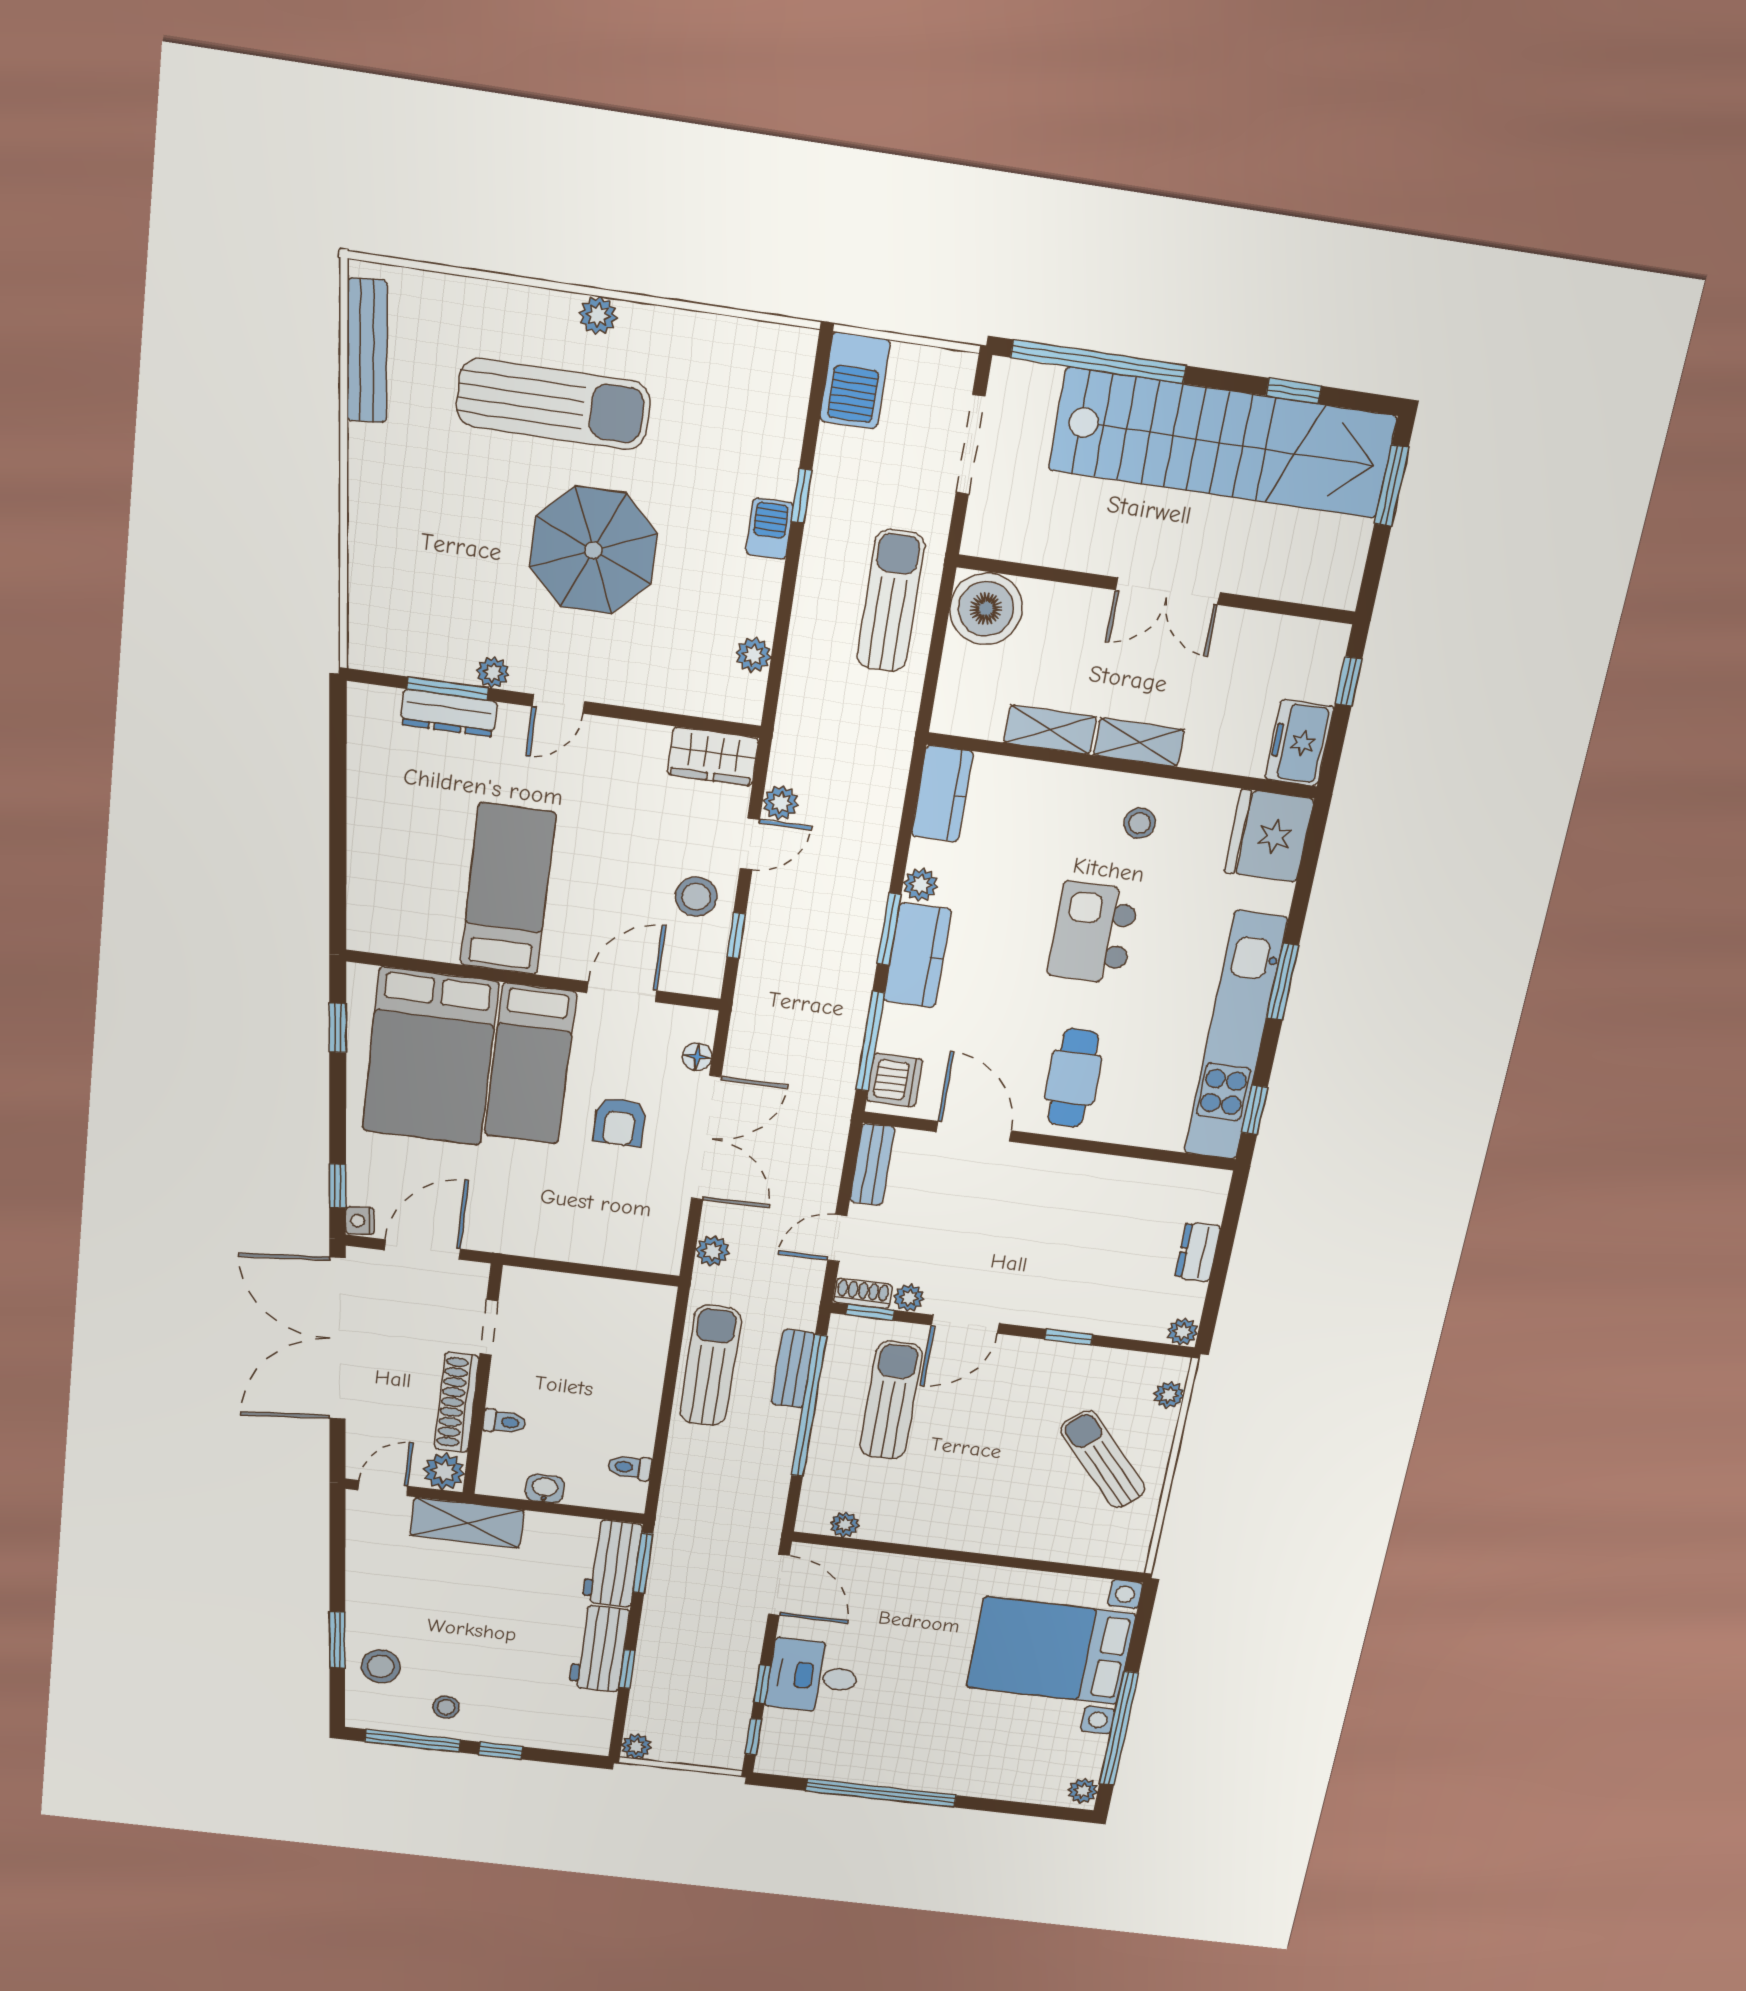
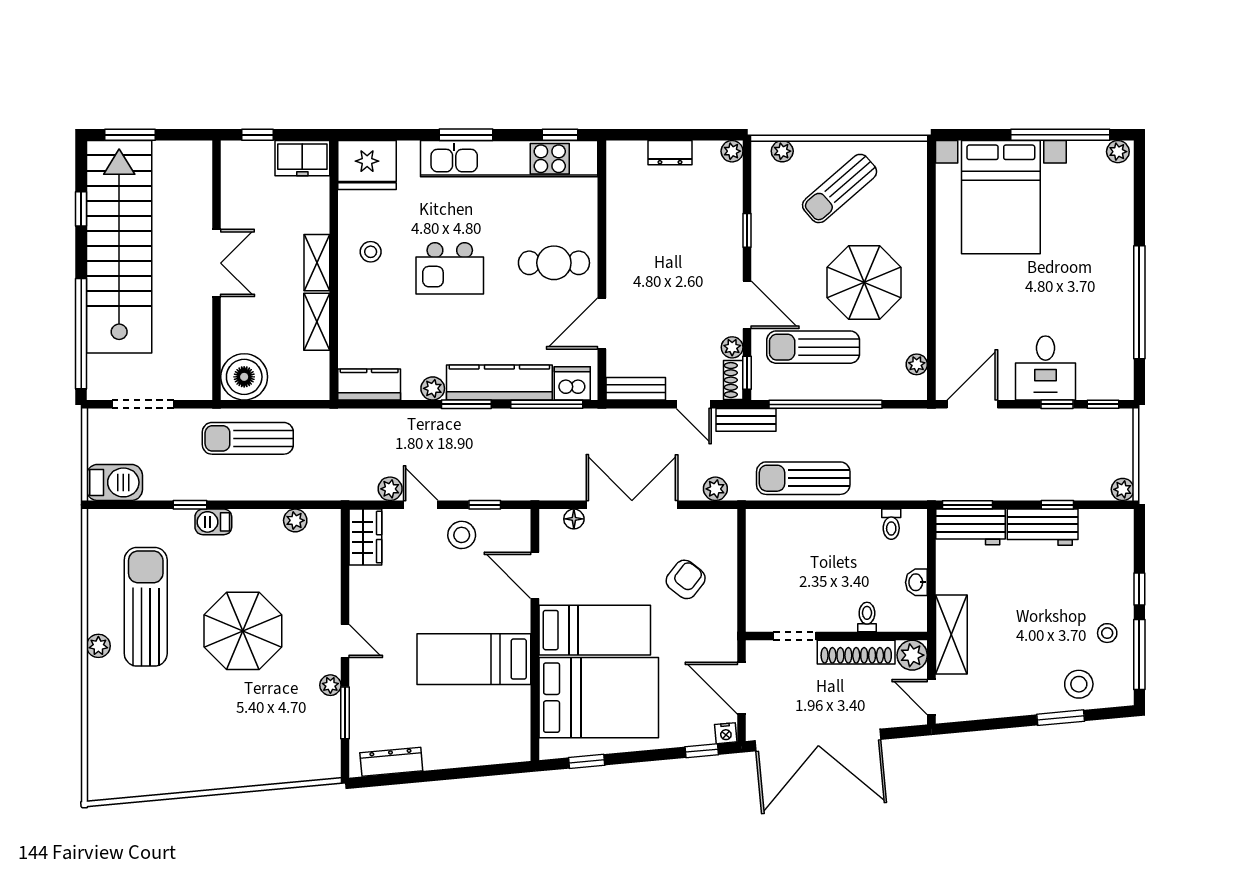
bench: (367, 351) -> (140, 785), removed
sun lounger: (553, 404) -> (146, 607), moved
dresser: (449, 713) -> (391, 762), moved, turned -95
kitchen counter: (917, 955) -> (499, 382), width x1.50
armchair: (620, 1122) -> (686, 579), moved, turned -52
bench: (793, 1369) -> (746, 420), moved
parasol: (968, 1474) -> (864, 282), added

